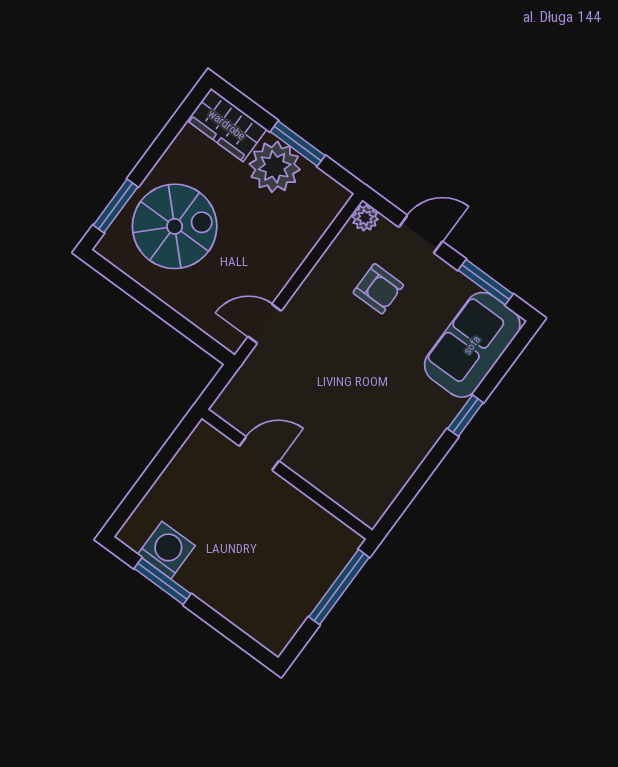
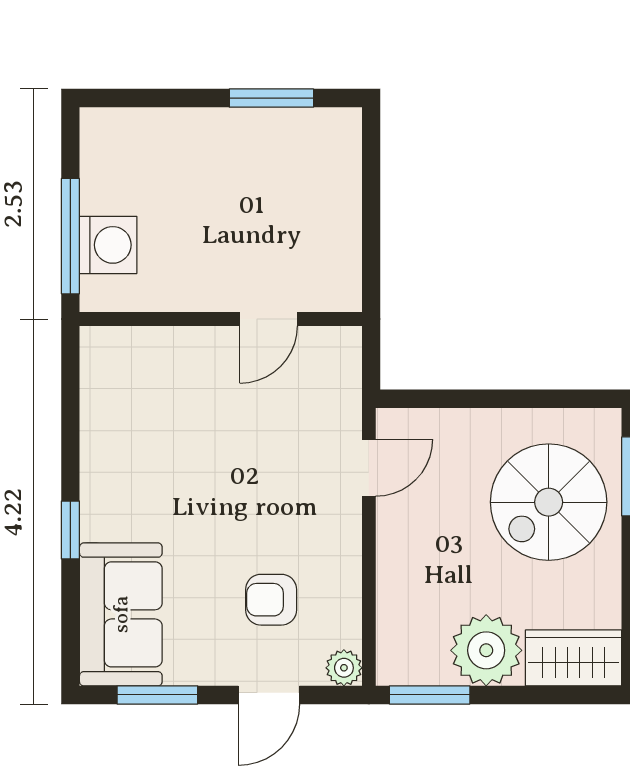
window: (298, 144) -> (430, 695), moved
washing machine: (166, 550) -> (108, 245), moved, turned -90

